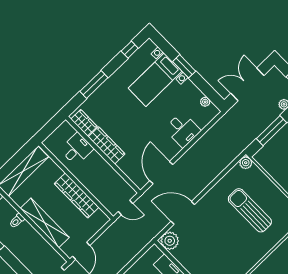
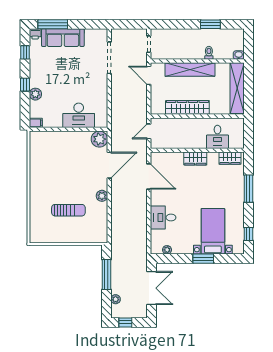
wardrobe: (107, 145) -> (195, 159), width x0.67
plant: (246, 163) -> (102, 196), moved
sun lounger: (250, 210) -> (68, 210), width x0.73, depth x0.75

